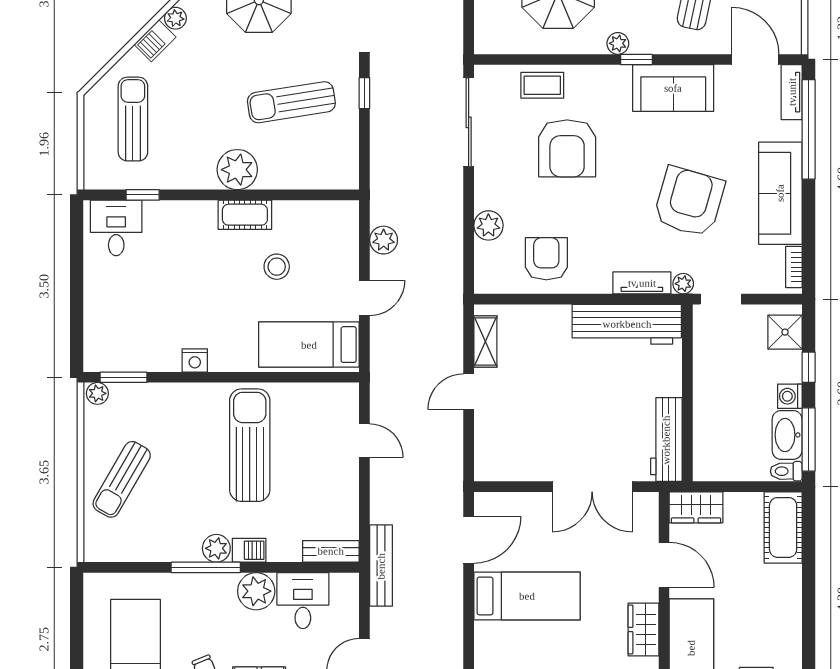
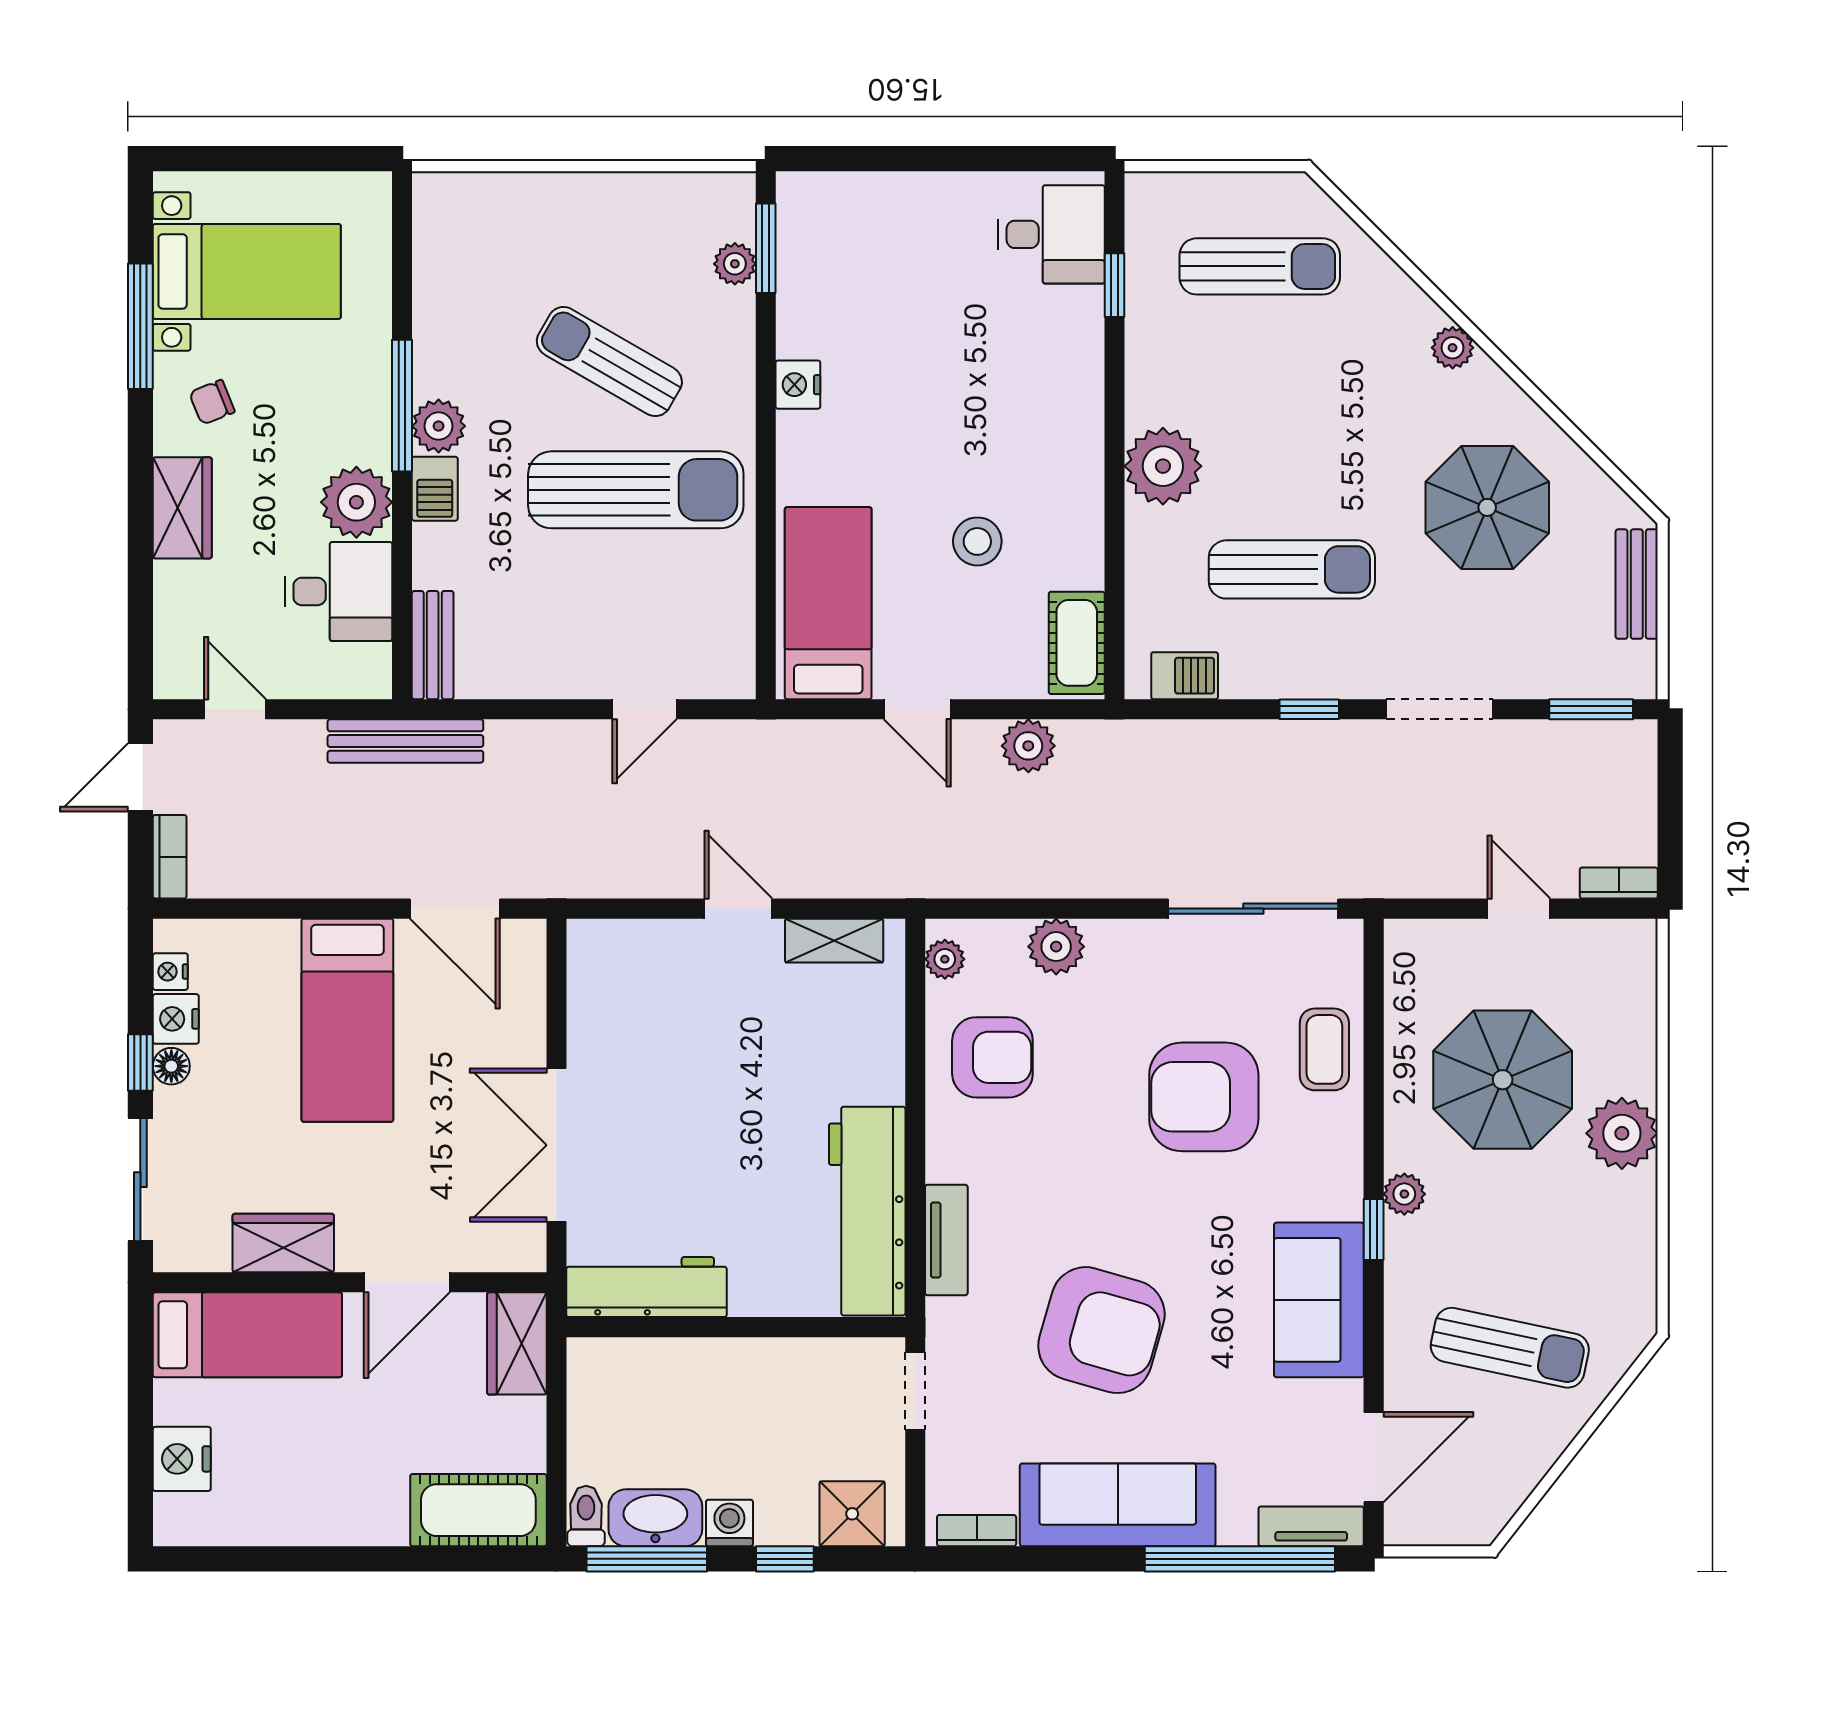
barbecue: (155, 41) -> (1185, 676), moved, turned 135
sun lounger: (291, 102) -> (1292, 569), turned 99
cot: (245, 215) -> (1077, 643), moved
plant: (683, 284) -> (945, 959), moved
plant: (97, 393) -> (735, 264), moved
sun lounger: (122, 479) -> (609, 362), moved

